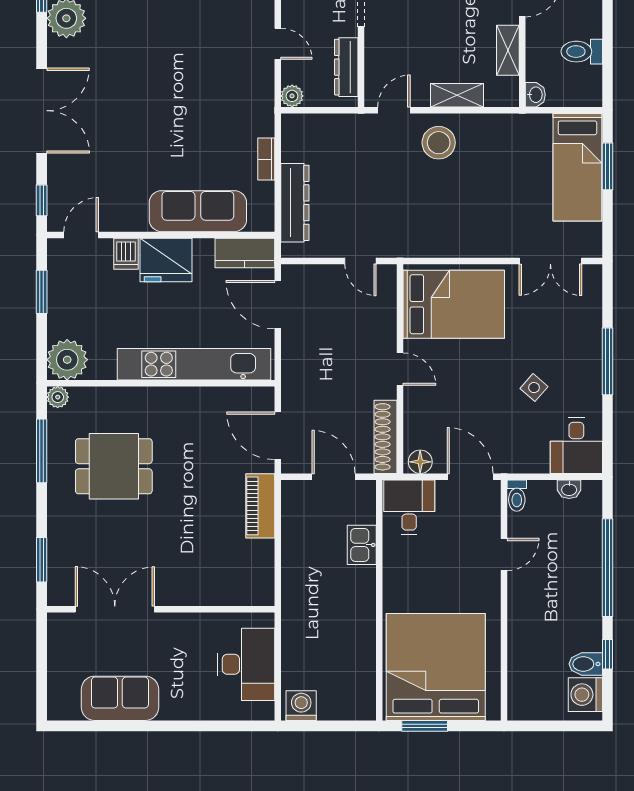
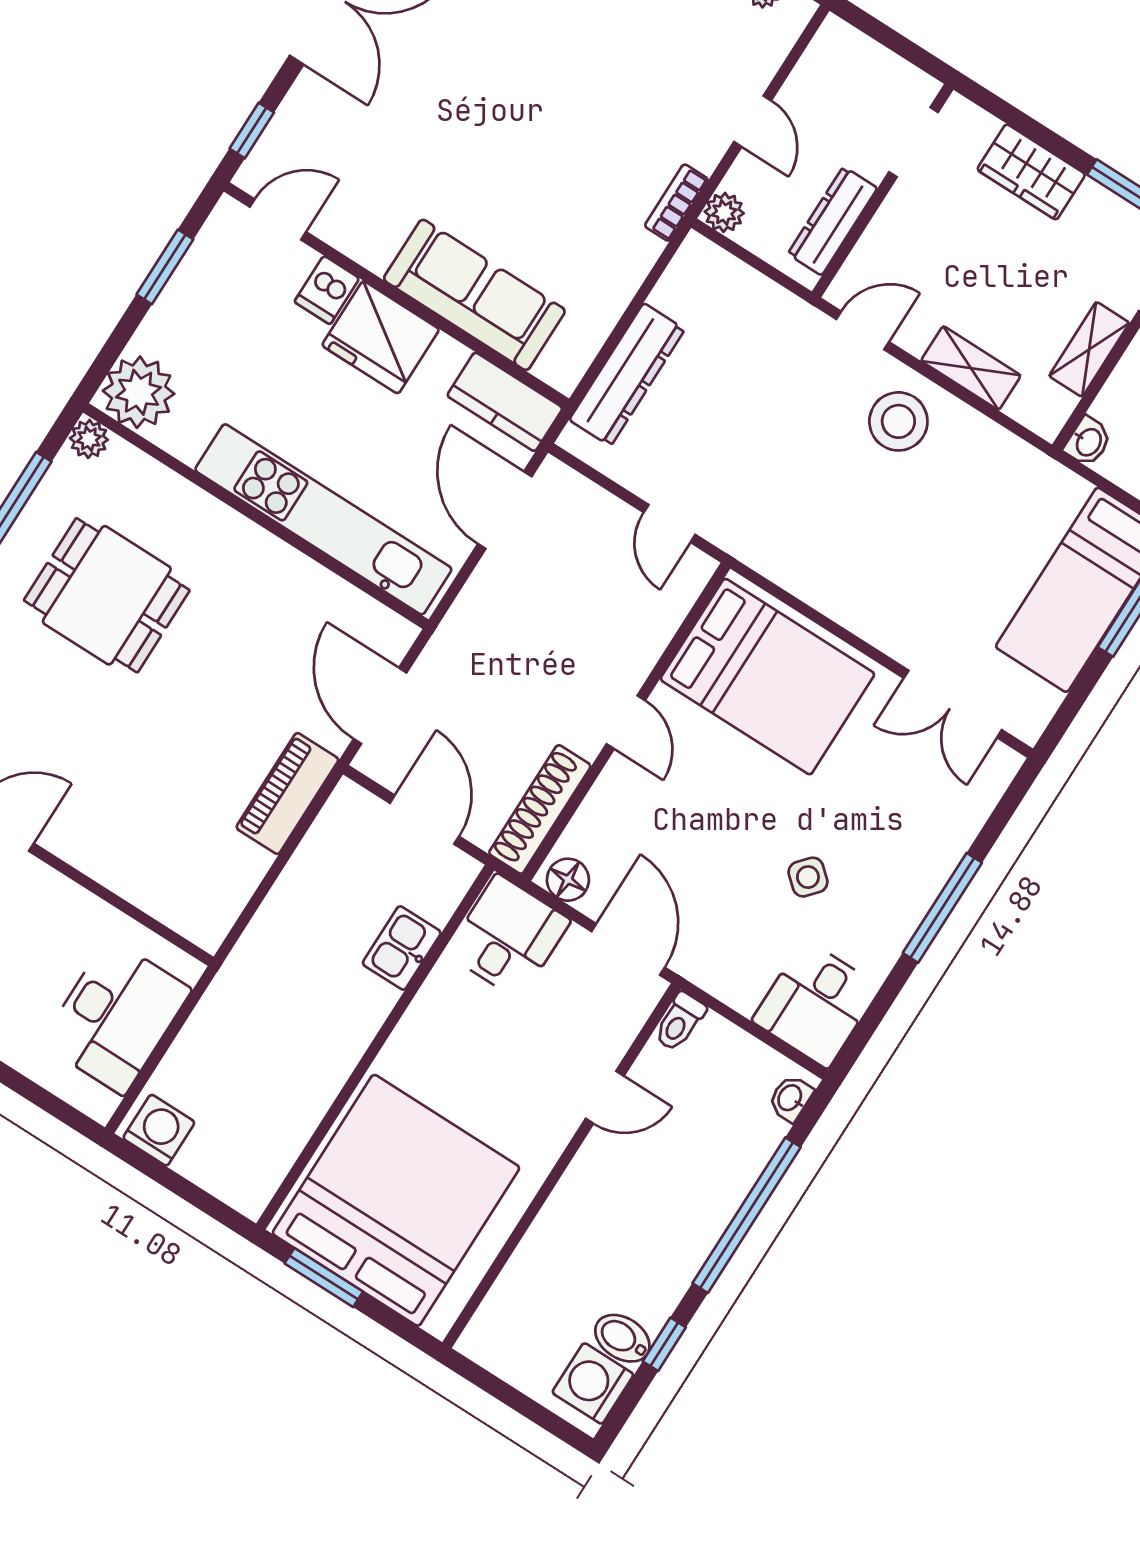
bookcase: (266, 159) -> (676, 203), moved
washbasin: (569, 489) -> (791, 1098), moved, turned 90

